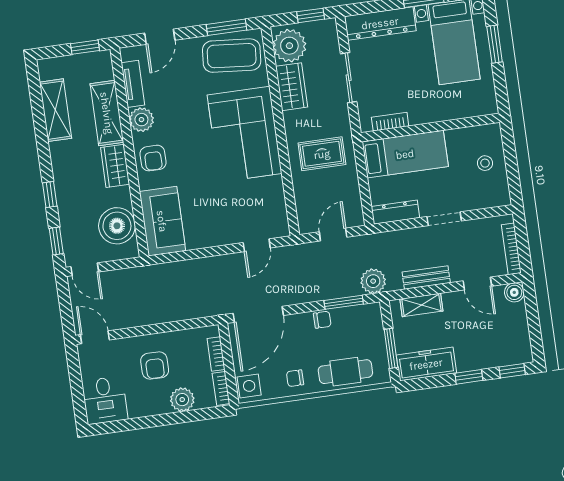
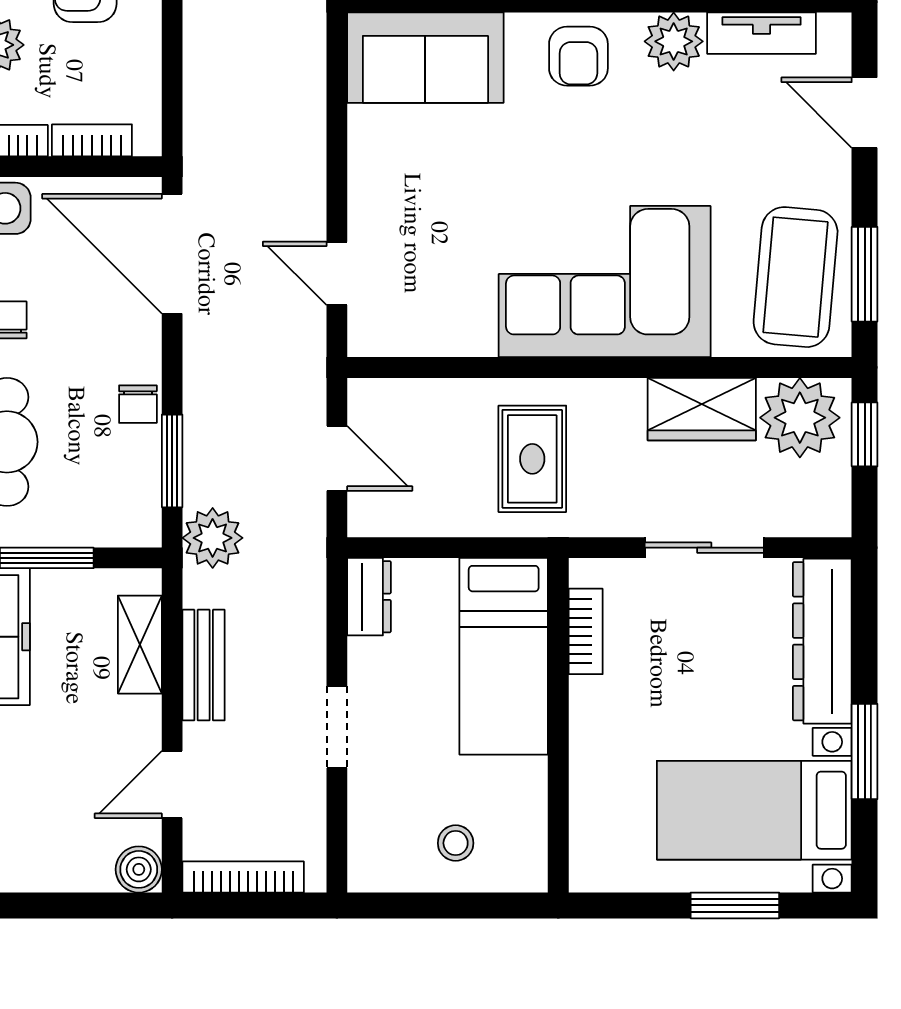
window: (311, 15) -> (865, 434), moved
armchair: (153, 158) -> (578, 56), turned -90
dresser: (395, 212) -> (369, 597), width x0.70

